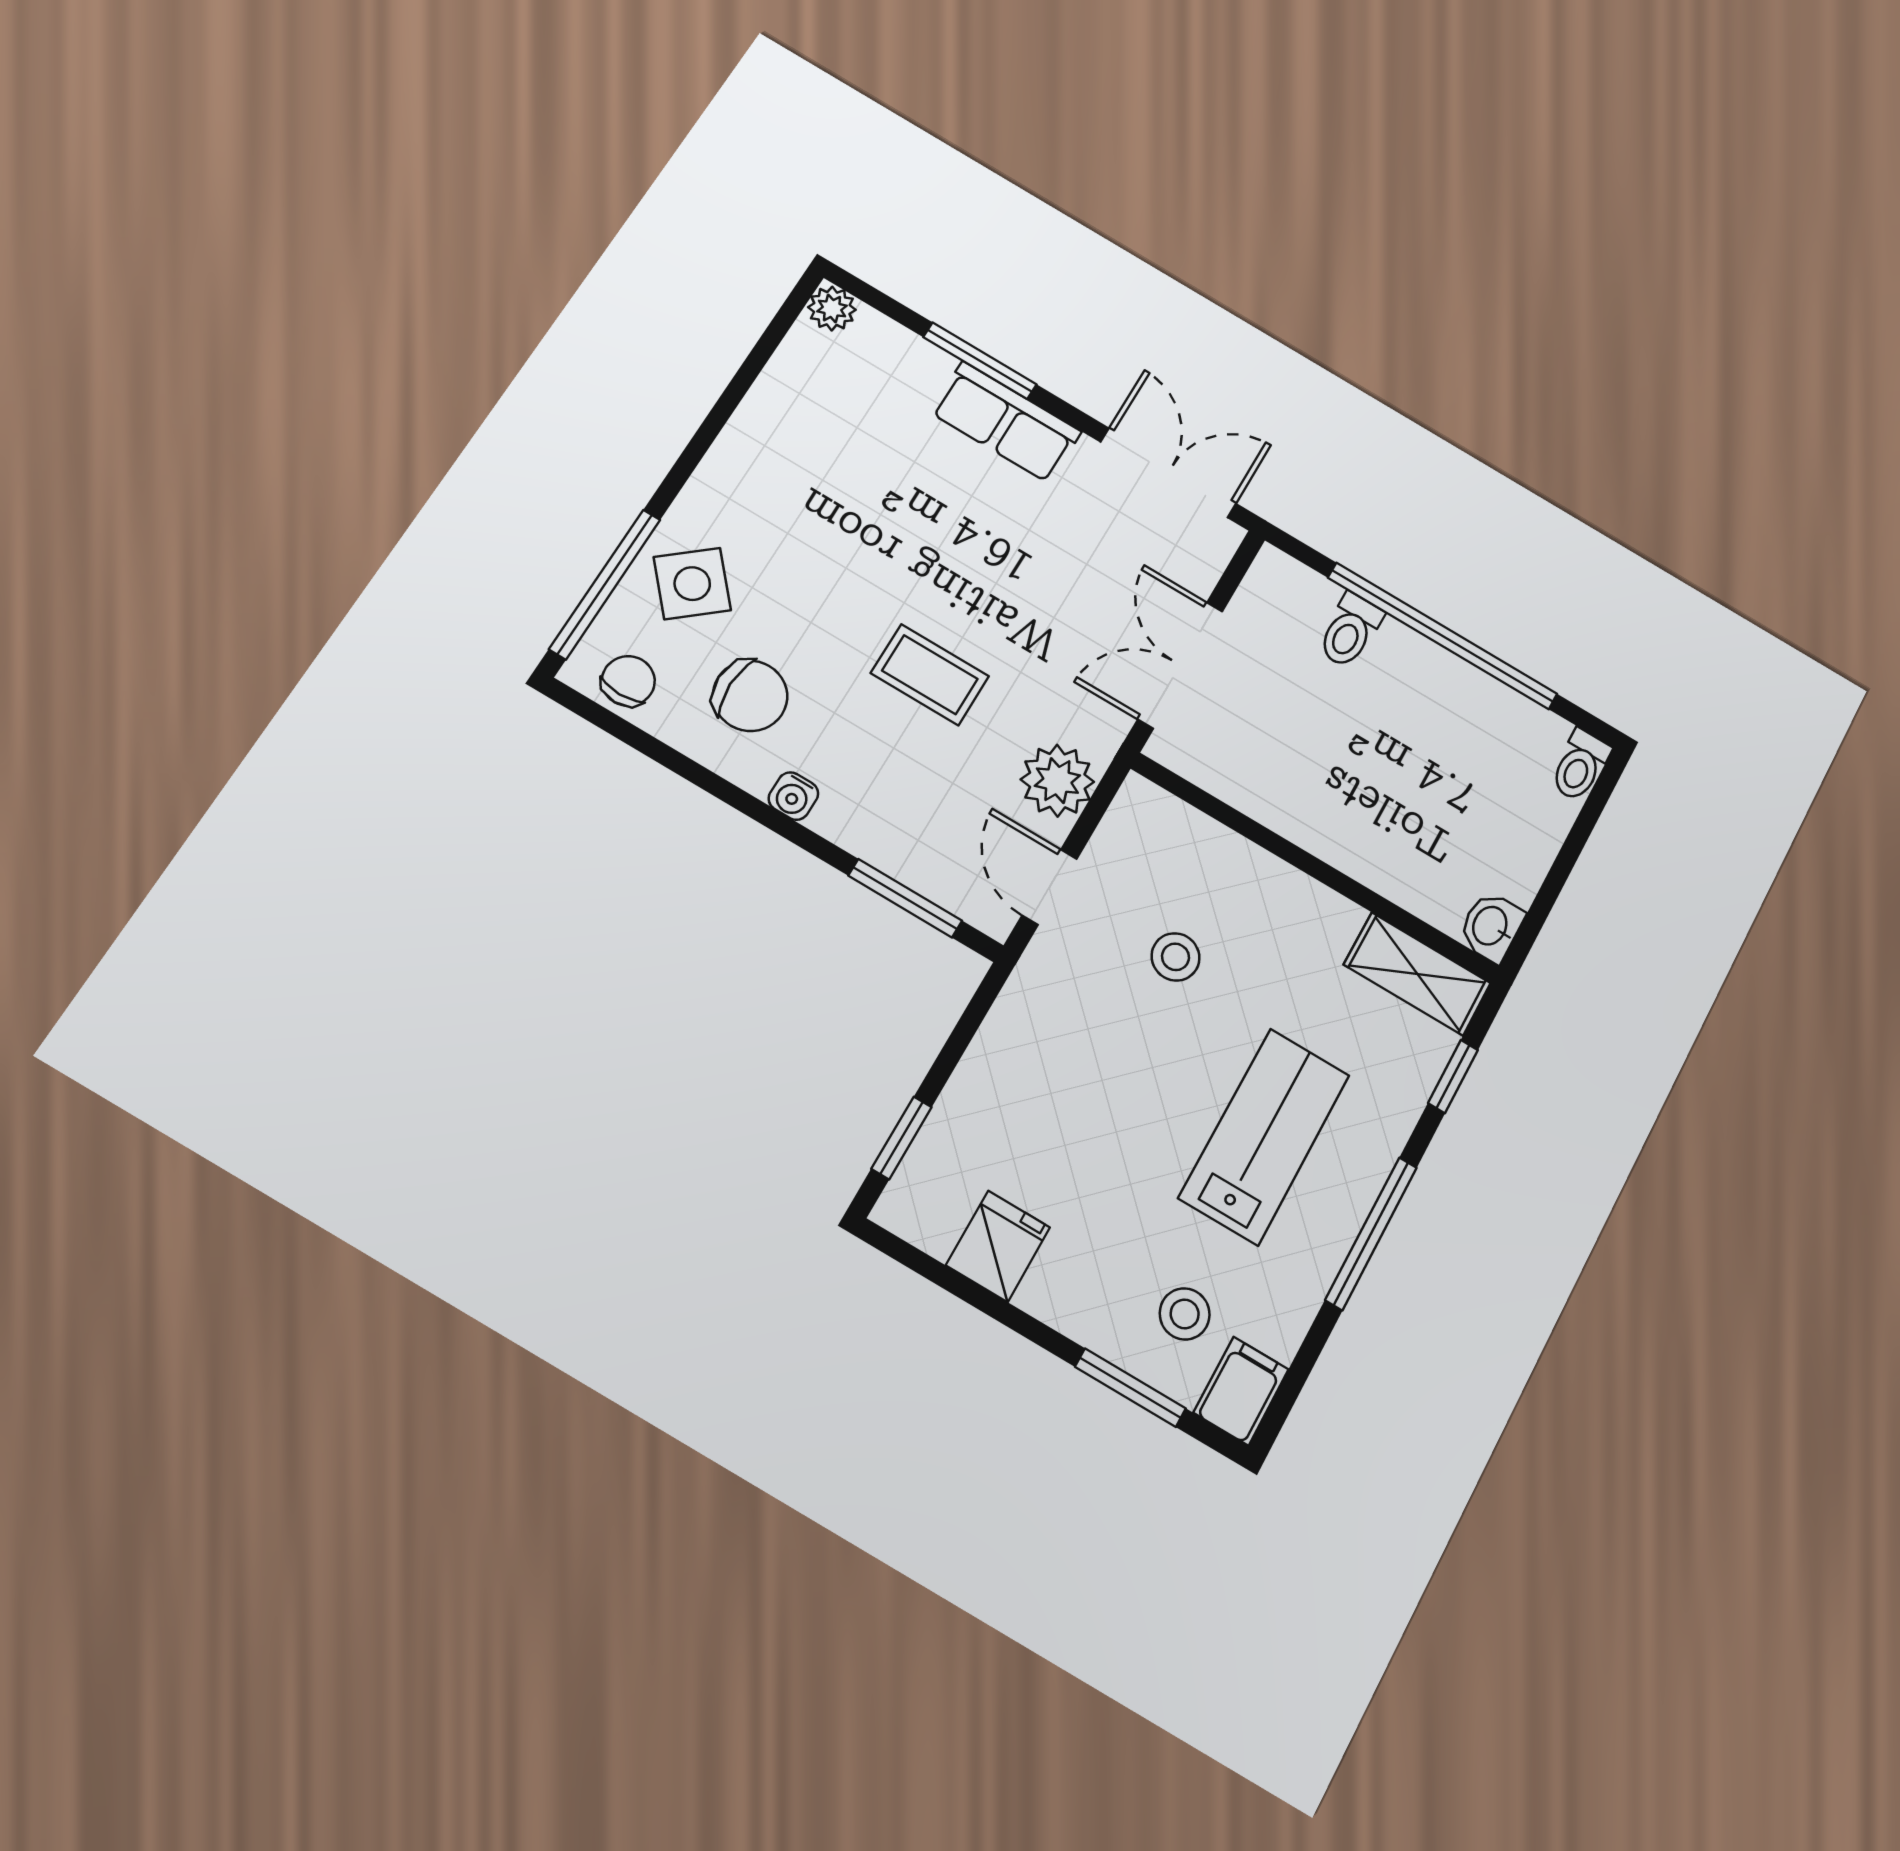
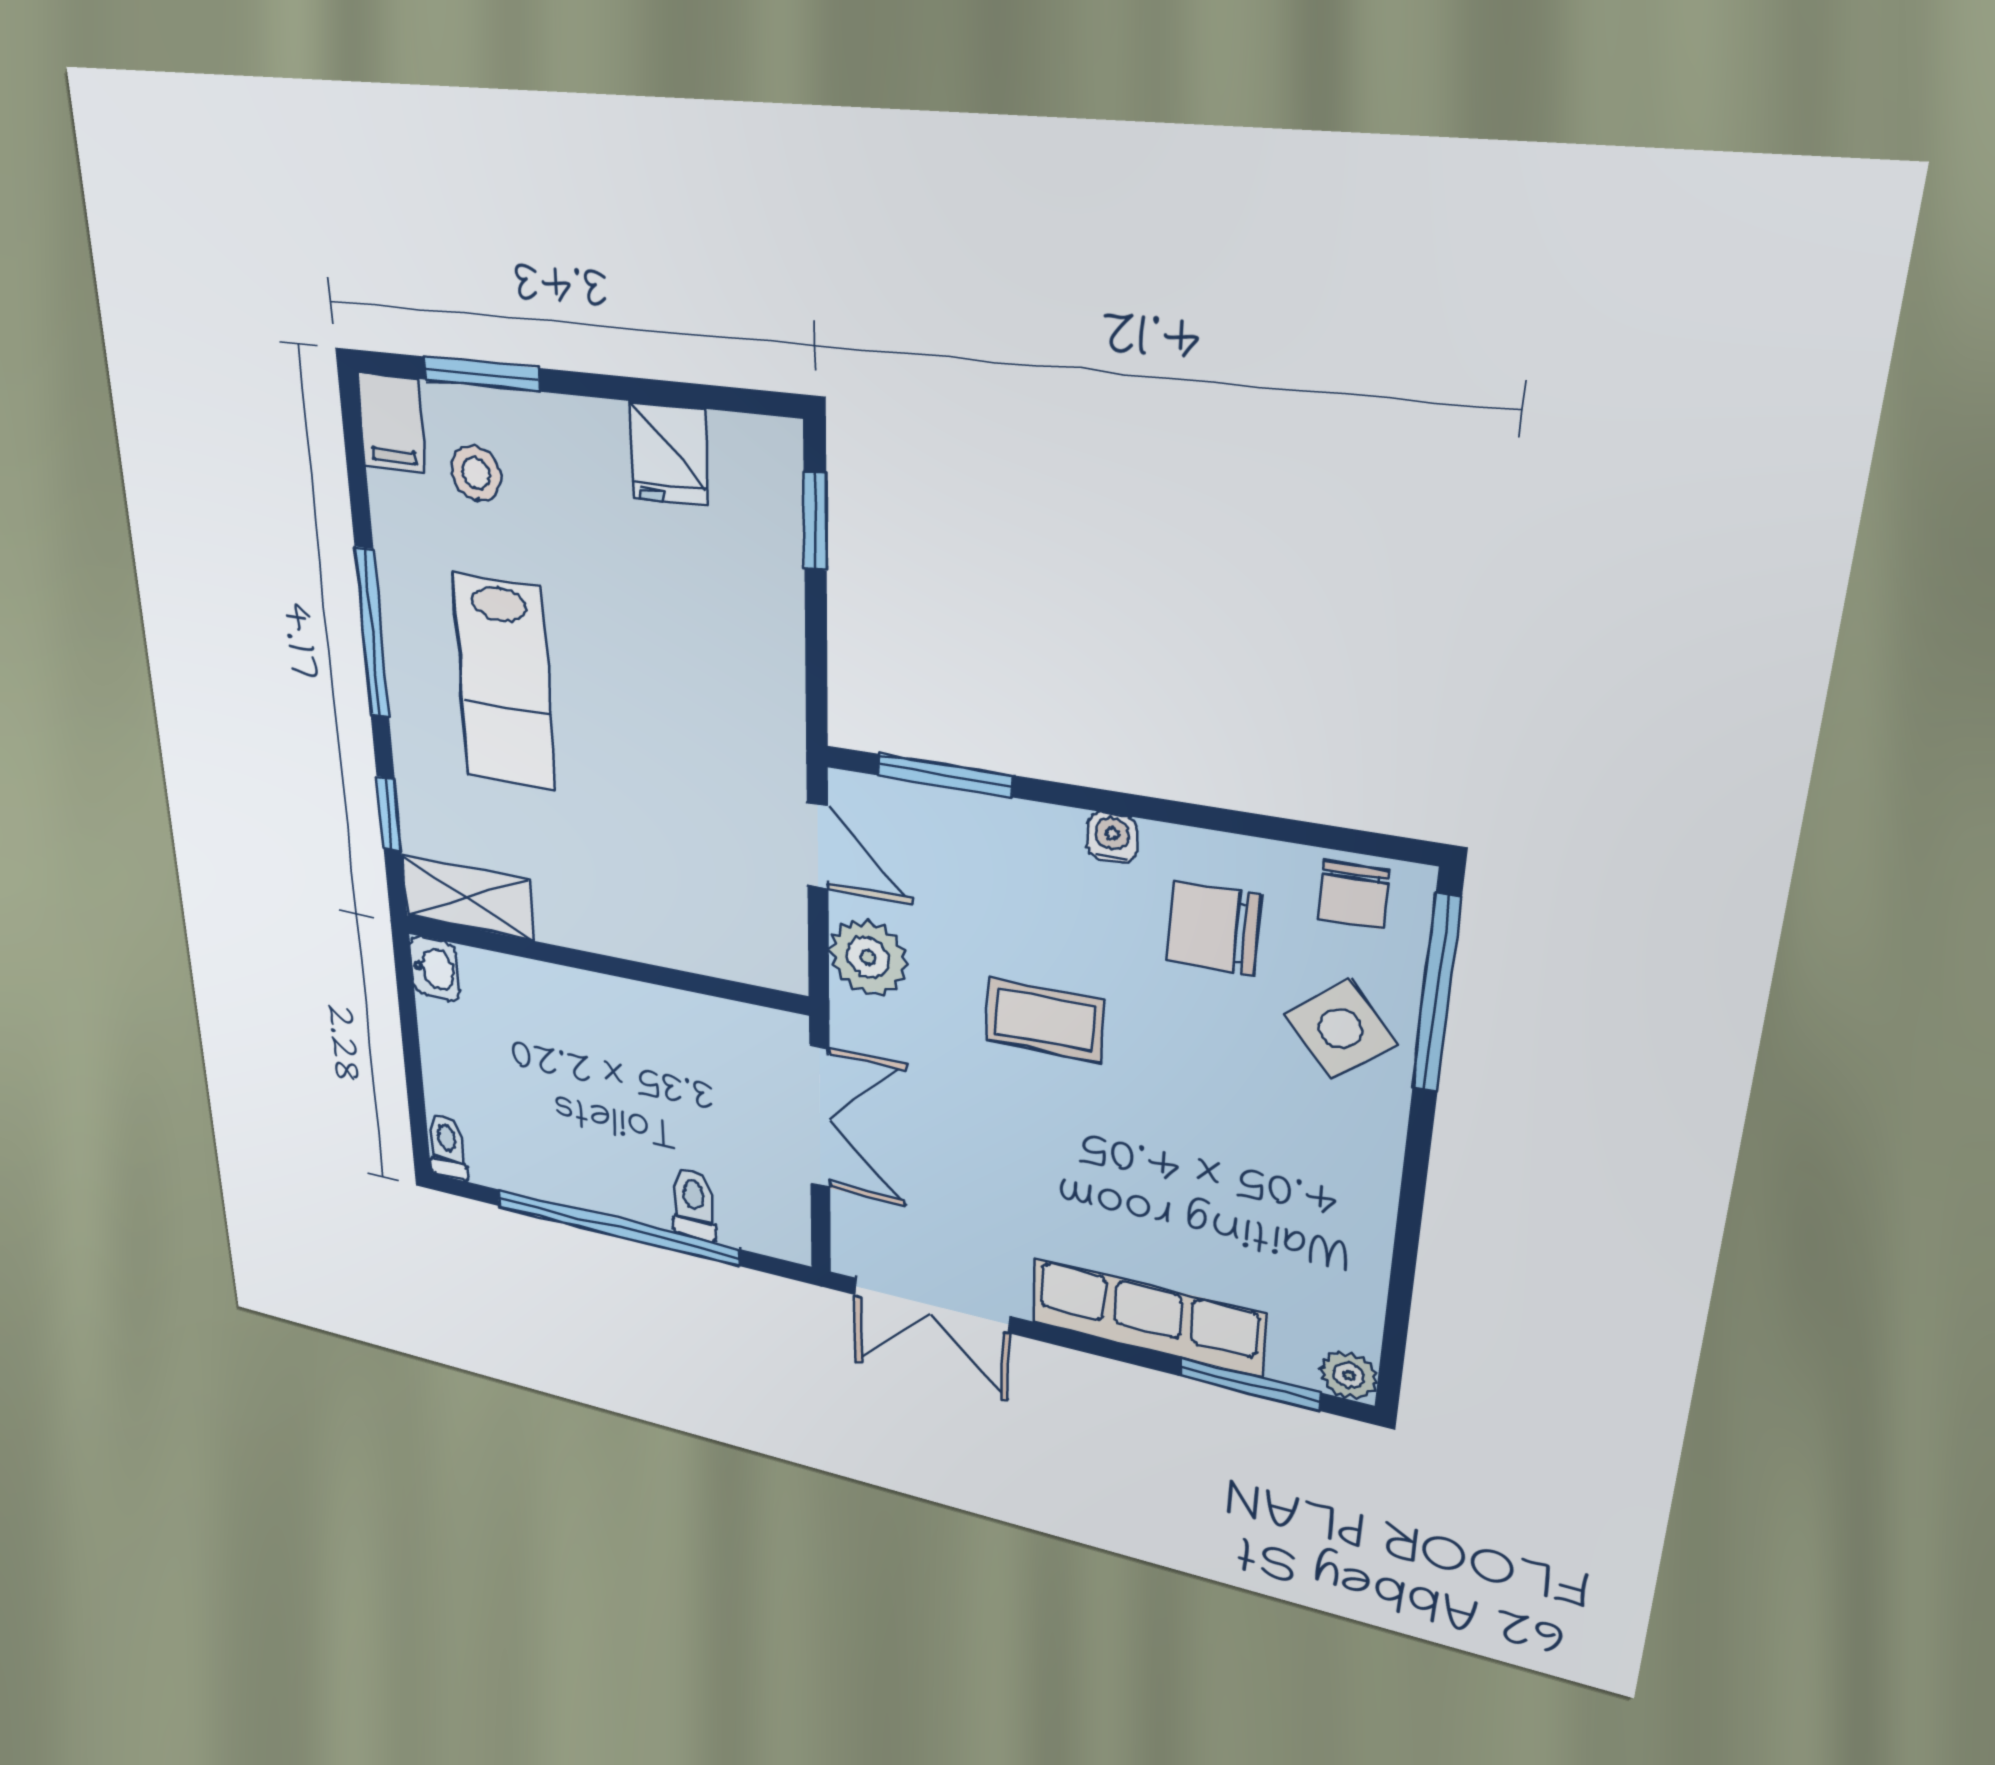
window: (980, 361) -> (1250, 1384), moved
row of seats: (1006, 422) -> (1147, 1317), width x1.48
stool: (1176, 957) -> (671, 825), removed

